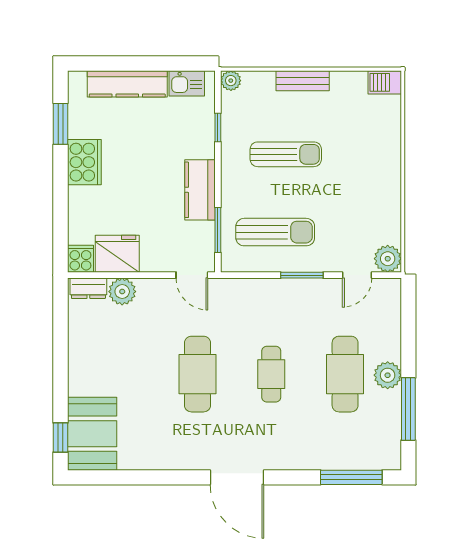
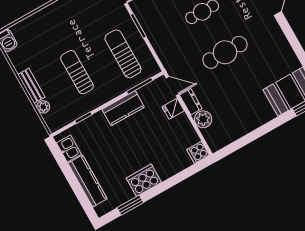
plant: (231, 81) -> (43, 107), moved
fridge: (117, 254) -> (173, 109), moved, width x0.53, depth x0.75
door: (192, 275) -> (172, 86), hinge flipped
dresser: (88, 288) -> (191, 102), moved

